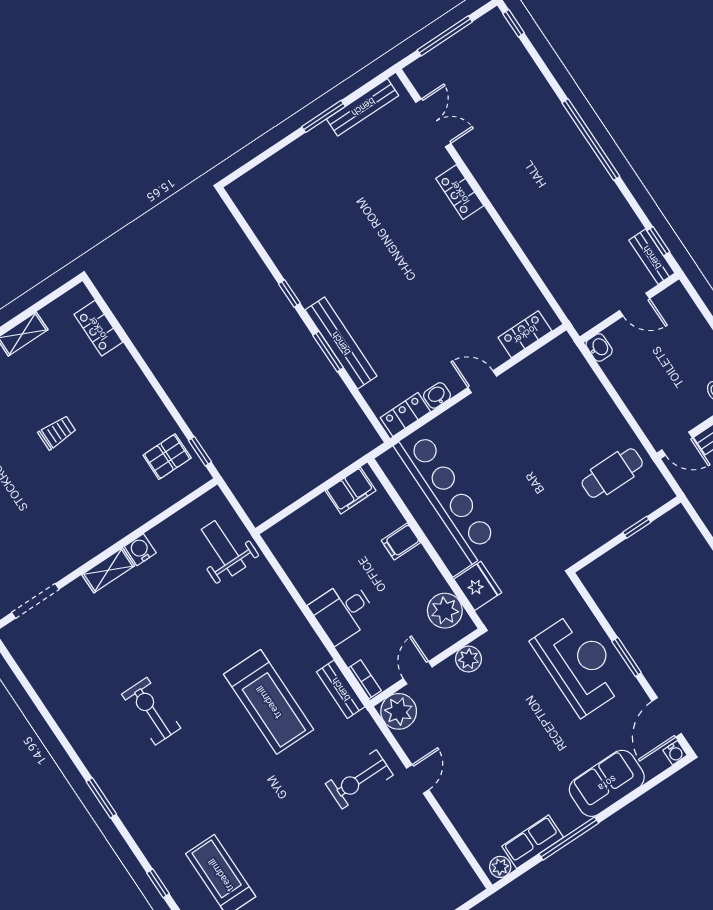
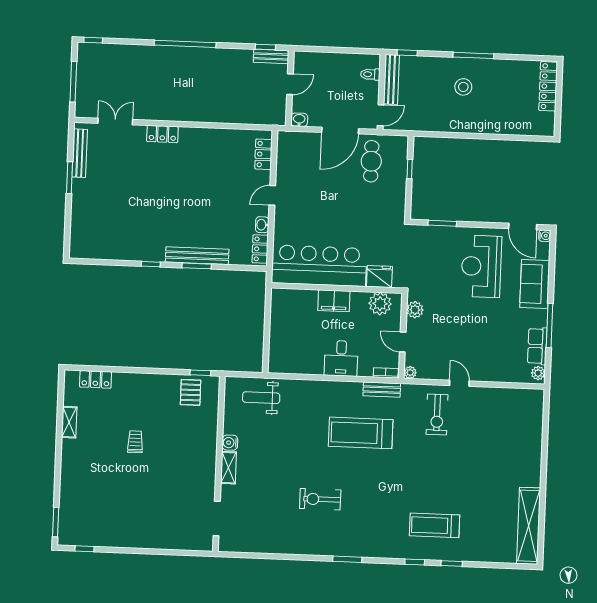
door: (622, 407) -> (340, 131), added
filing cabinet: (351, 491) -> (280, 308), removed
filing cabinet: (401, 541) -> (334, 301), width x2.00
window: (627, 657) -> (442, 223), moved
reception desk: (579, 664) -> (481, 266), moved, turned -90
treadmill: (269, 702) -> (361, 433), turned 180
plant: (399, 711) -> (410, 372), width x0.53, depth x0.53

